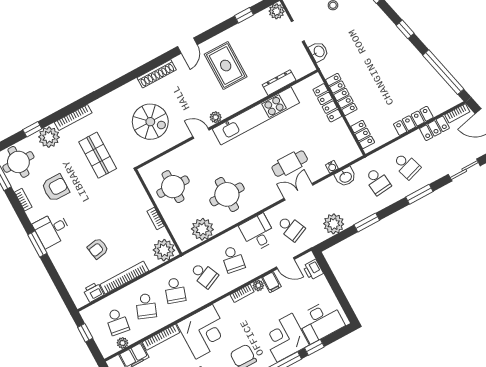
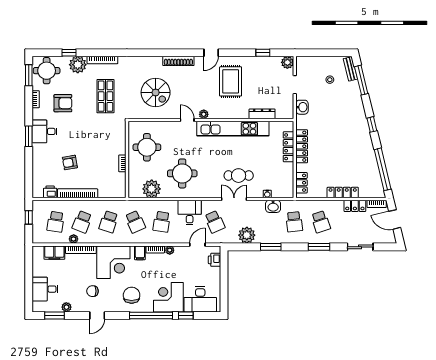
plant: (164, 250) -> (116, 189), removed
door: (285, 263) -> (197, 245), swing flipped
filing cabinet: (271, 282) -> (140, 253), moved
plant: (122, 343) -> (74, 239), moved

